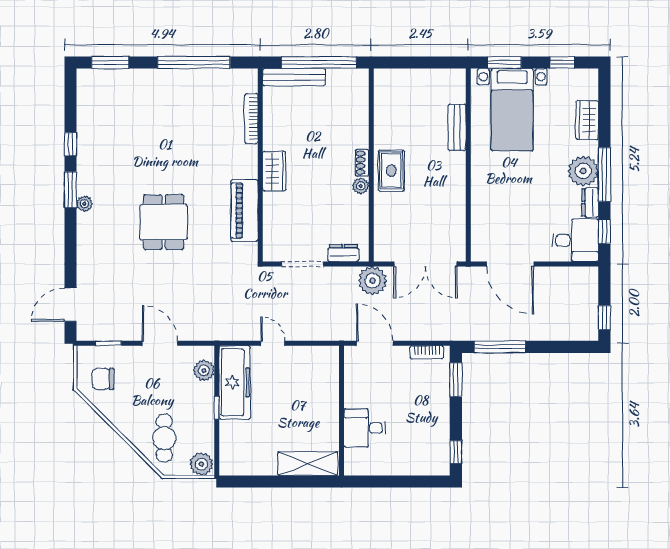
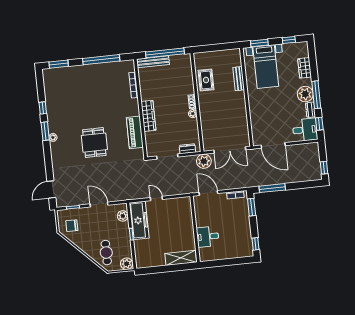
wardrobe: (274, 171) -> (148, 116), width x1.50
rug: (391, 171) -> (206, 80), moved

